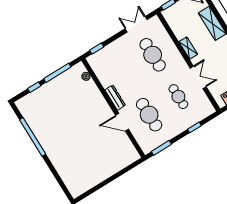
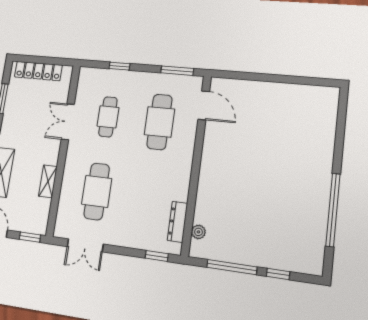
shelving: (188, 48) -> (48, 181), moved
dresser: (115, 98) -> (178, 222), moved
door: (122, 122) -> (204, 105), moved

